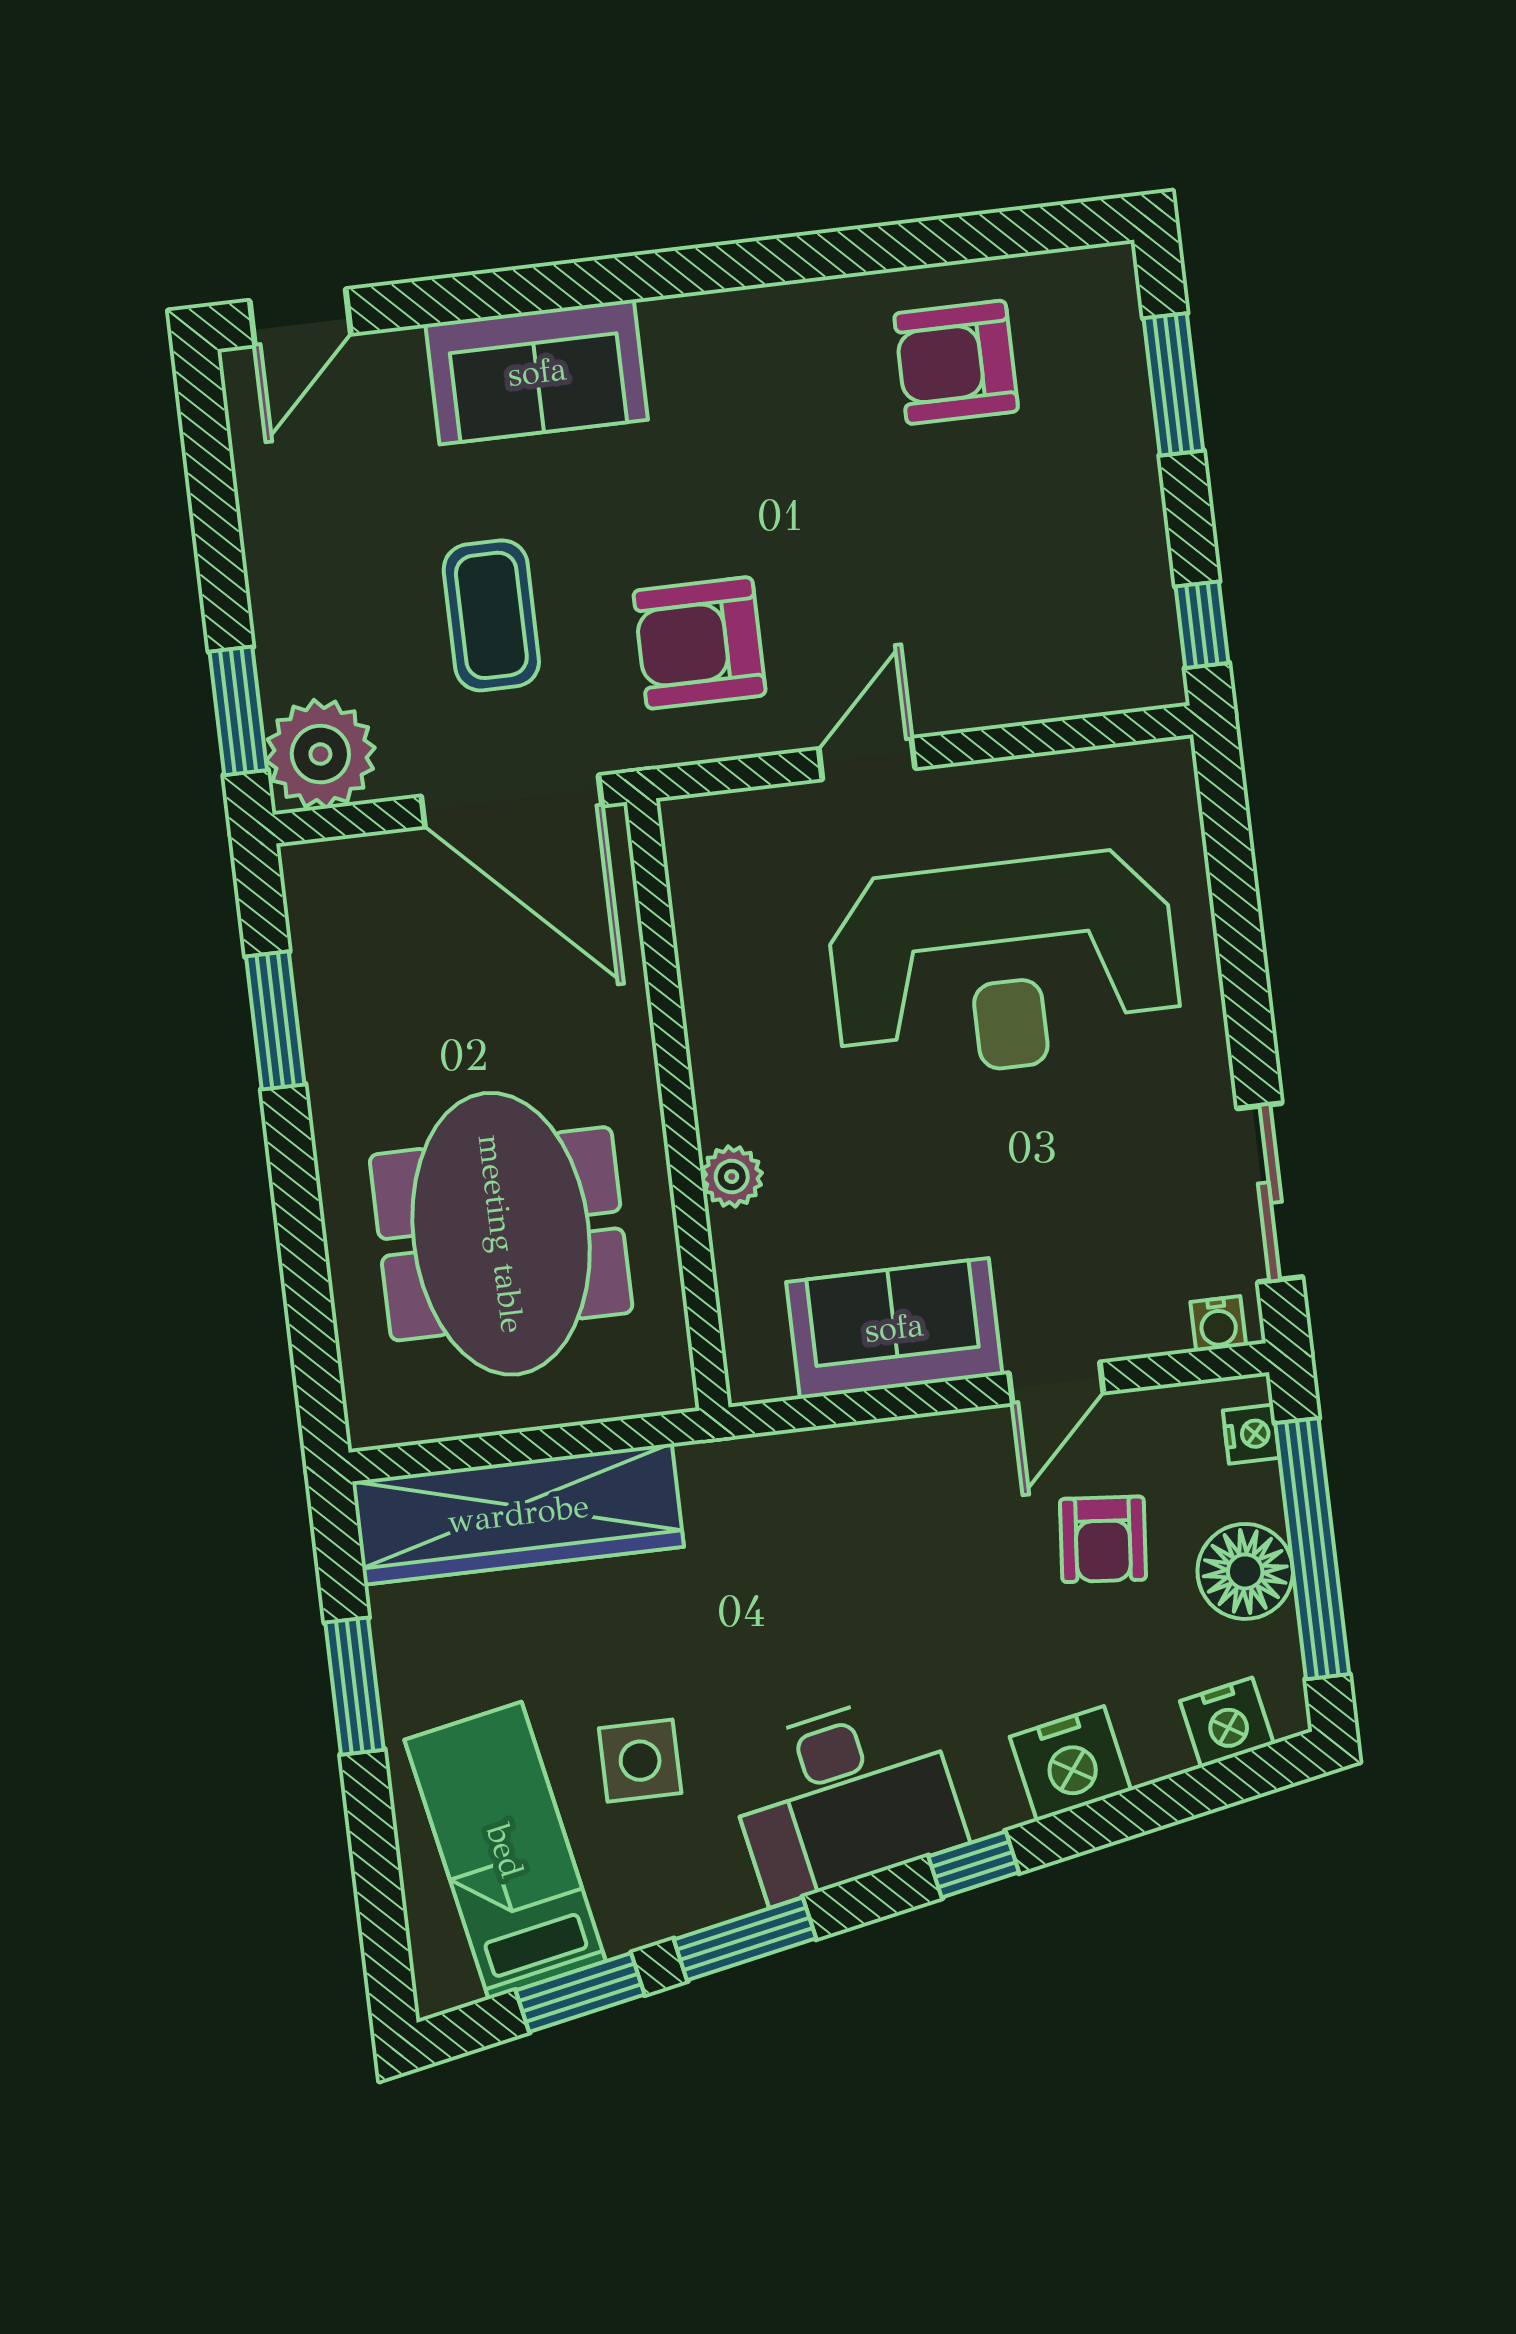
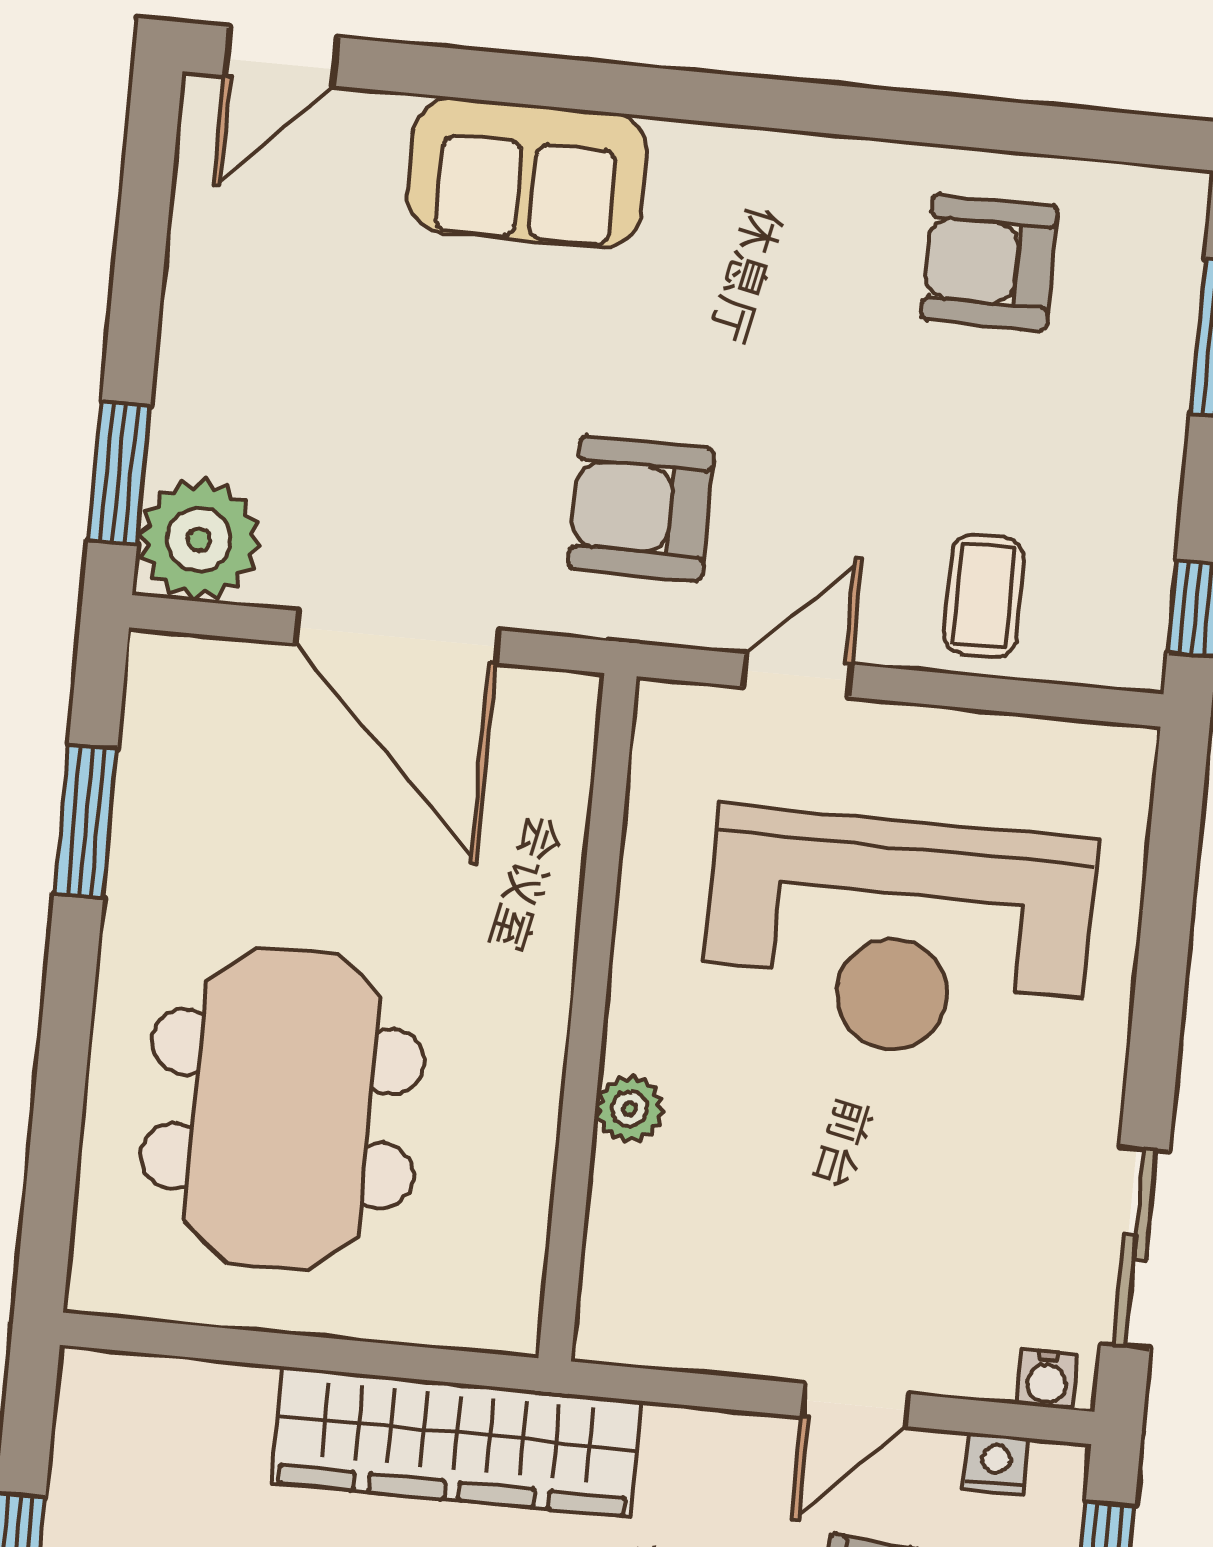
coffee table: (491, 615) -> (984, 596), moved, width x0.73, depth x0.77
wall: (678, 1105) -> (588, 1017), moved
plant: (732, 1177) -> (629, 1109), moved
sofa: (894, 1328) -> (691, 1307), removed
nightstand: (1251, 1434) -> (996, 1464), moved, turned -90
wardrobe: (518, 1514) -> (456, 1442), moved

